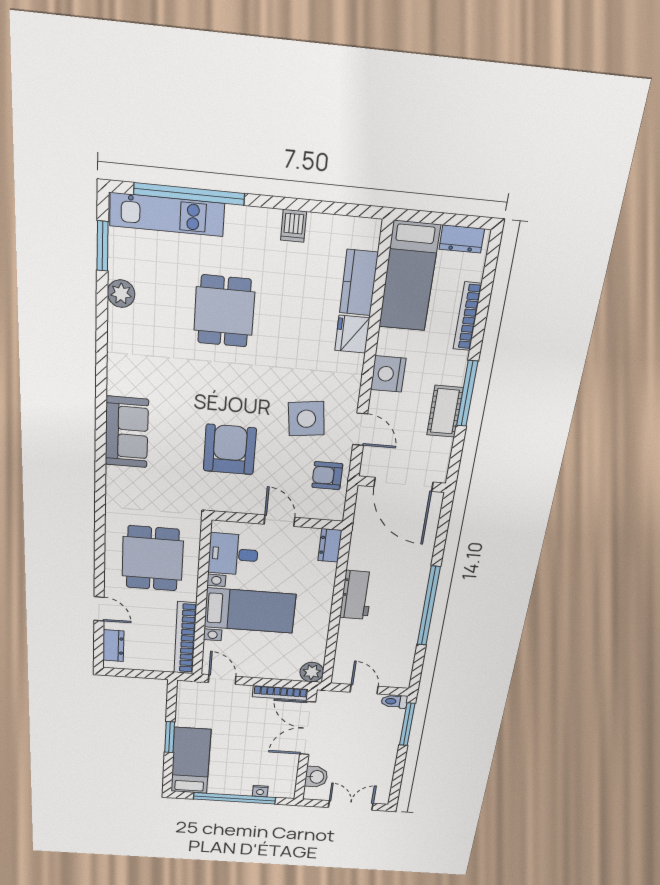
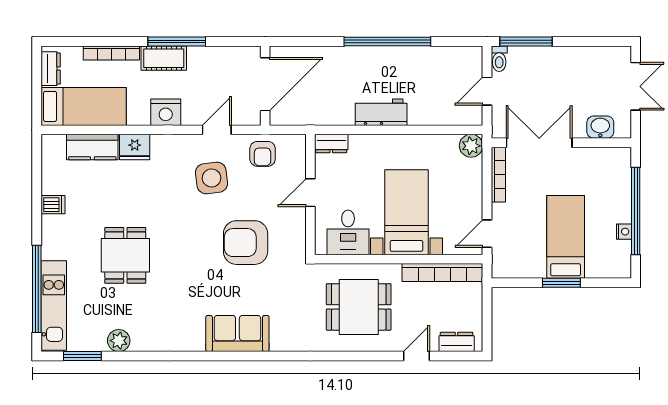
dining table: (224, 311) -> (125, 255), turned 90
cot: (445, 411) -> (164, 58), moved
double door: (308, 728) -> (539, 143), swing flipped
bed: (191, 761) -> (566, 237), moved, turned 90
nightstand: (260, 791) -> (624, 232), moved
double door: (351, 805) -> (636, 86), swing flipped

